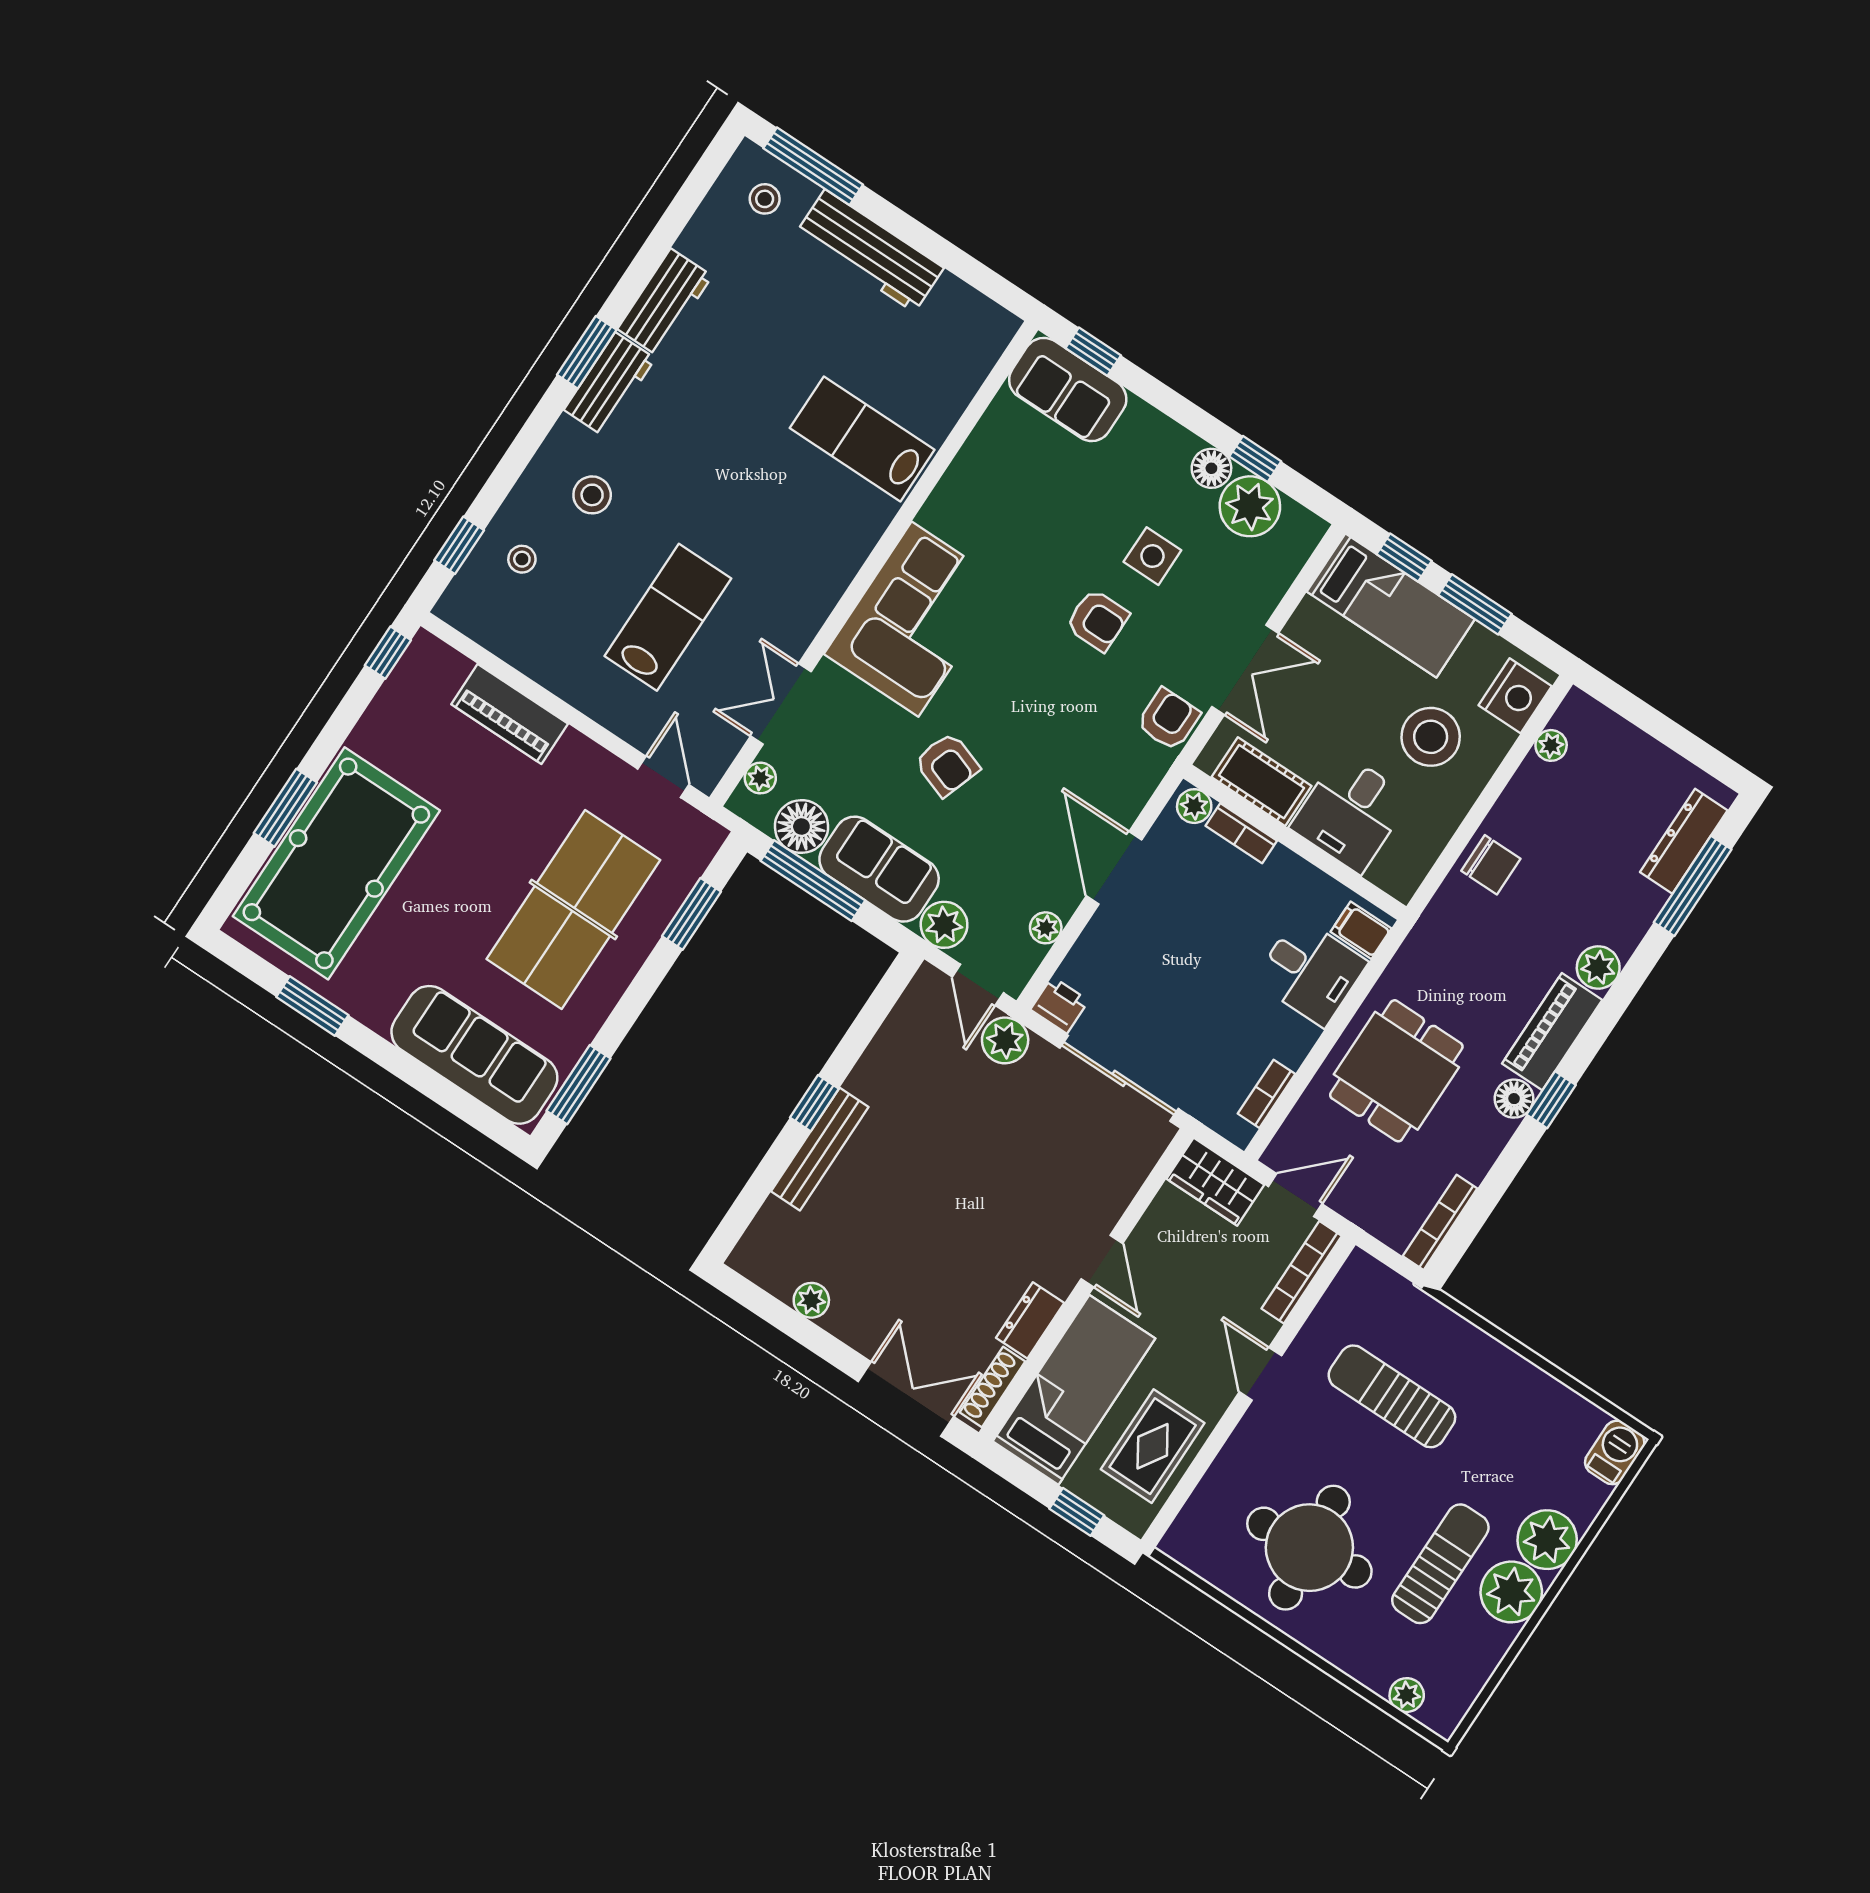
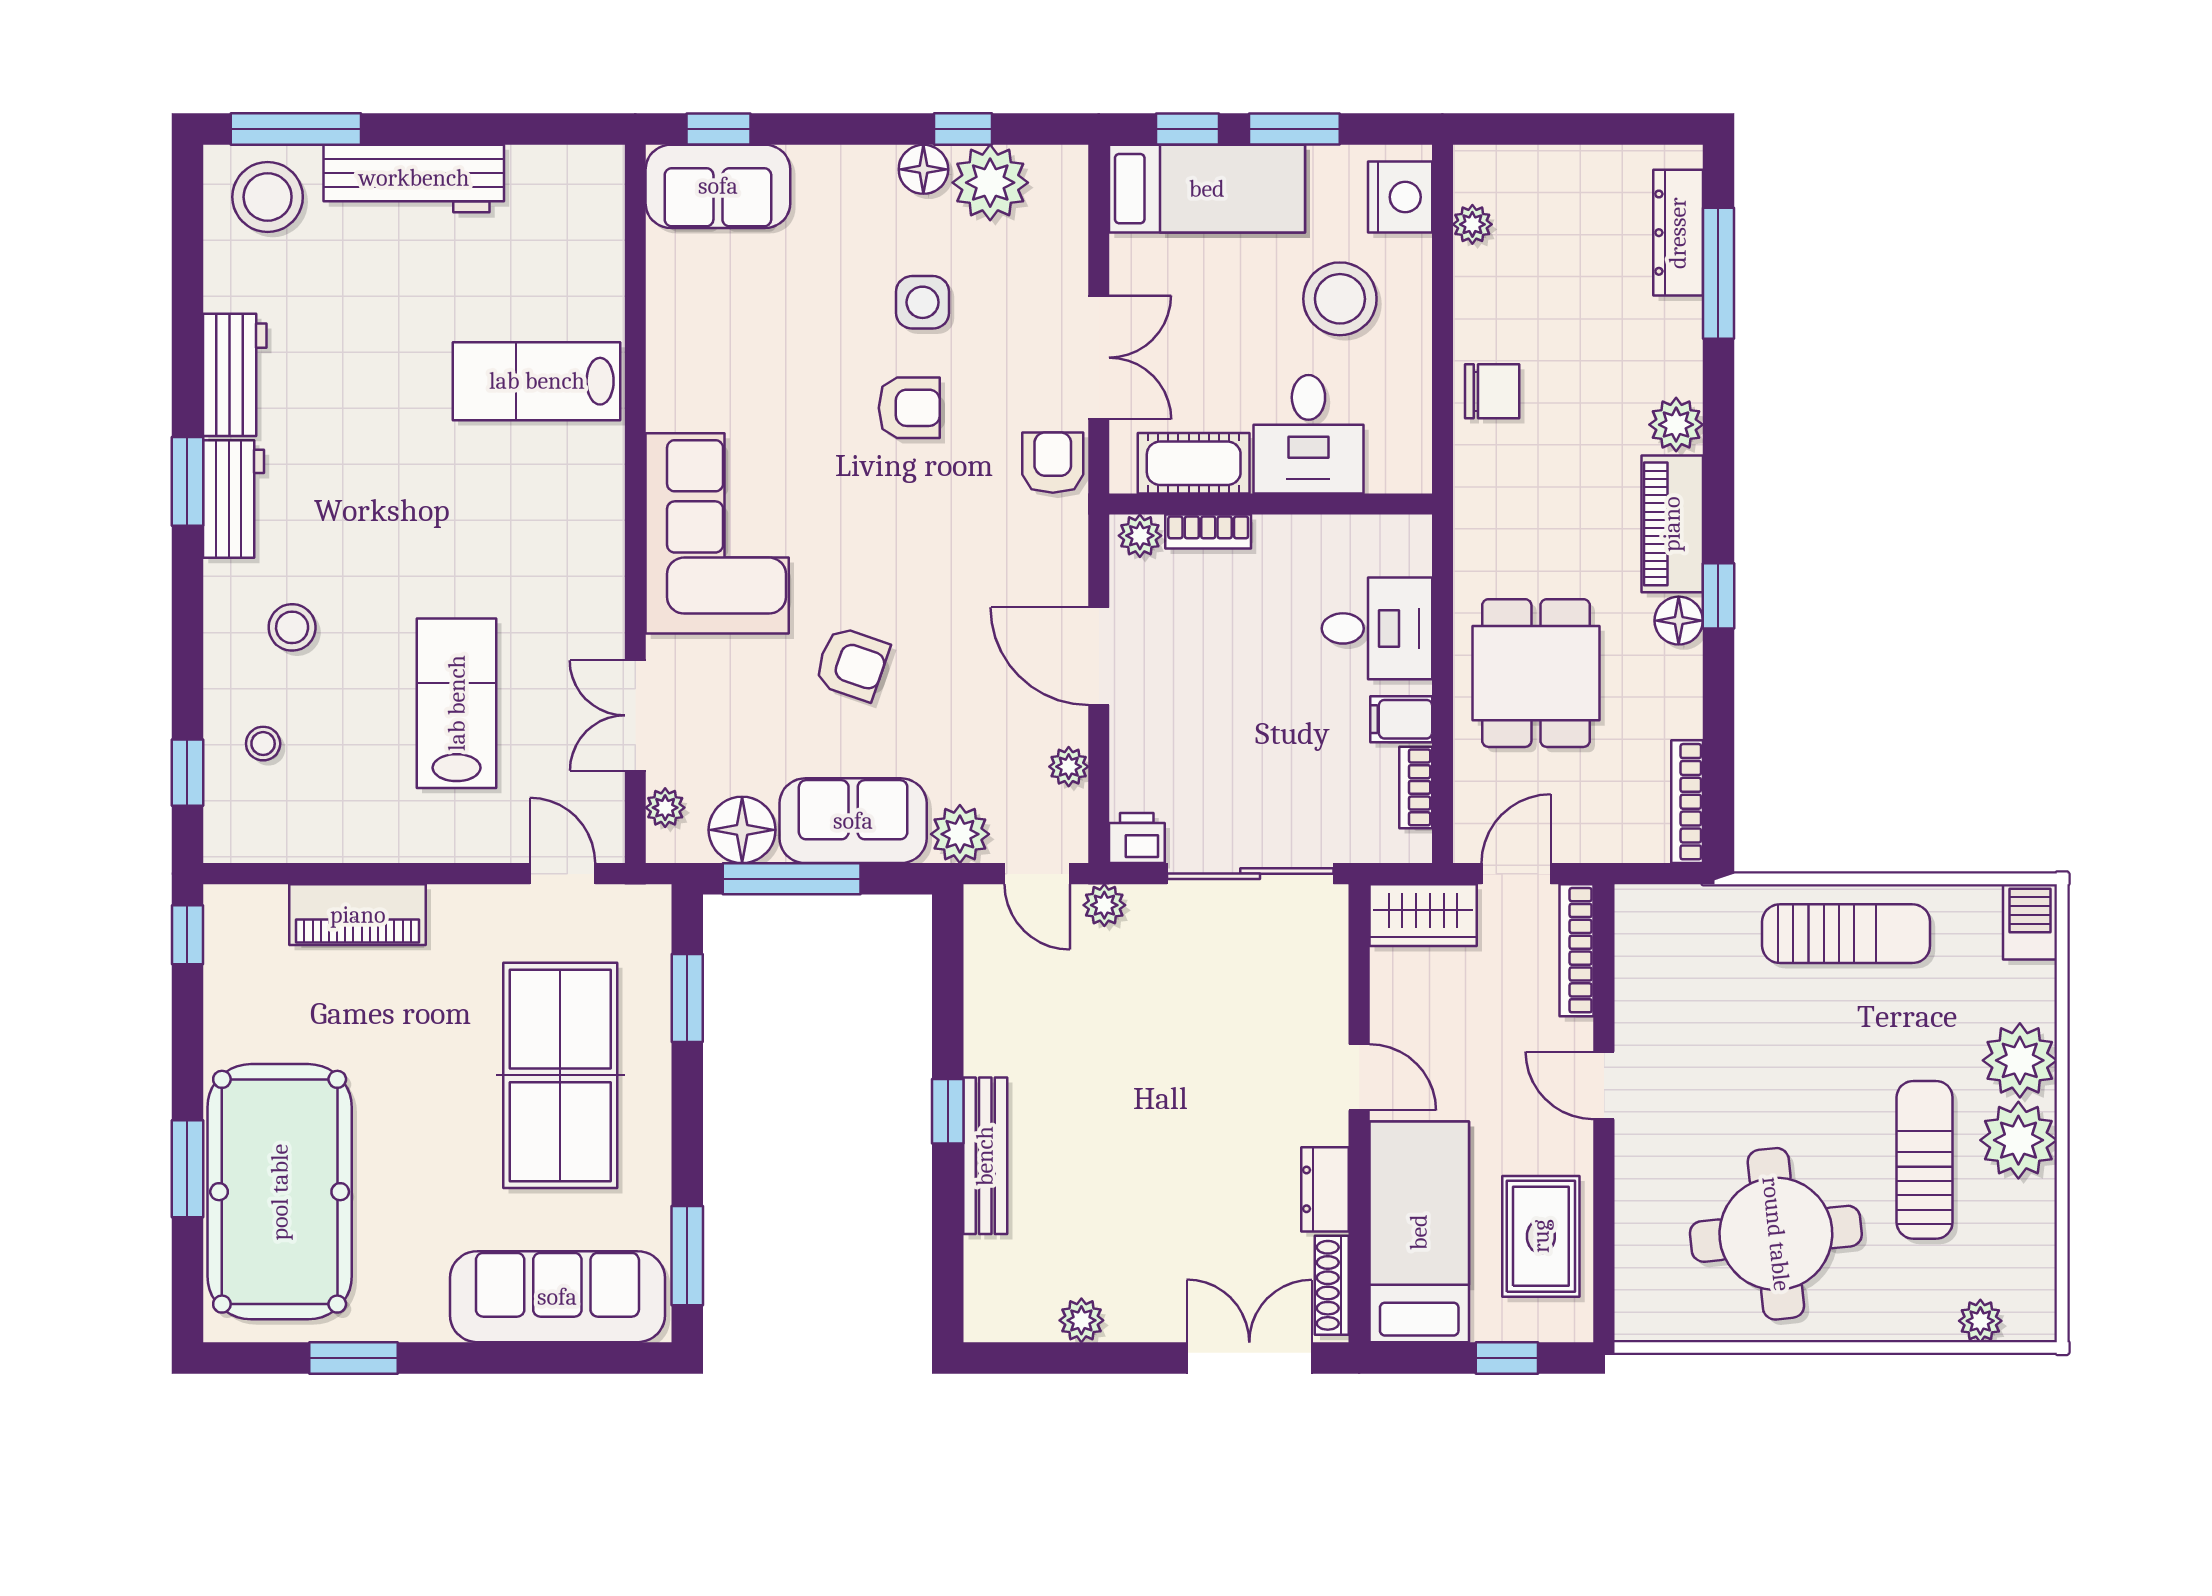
stool: (765, 199) -> (268, 197), width x1.89, depth x1.89
filing cabinet: (1361, 930) -> (1401, 719), moved
plant: (1005, 1040) -> (1104, 905), width x0.73, depth x0.73
sun lounger: (1392, 1396) -> (1846, 934), moved, turned 180

